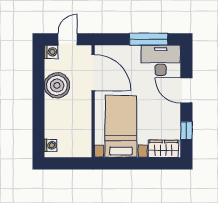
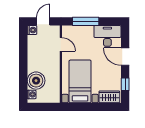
window: (149, 39) -> (86, 21), moved
door: (93, 73) -> (61, 44), width x0.53
boiler: (57, 85) -> (36, 81), moved

